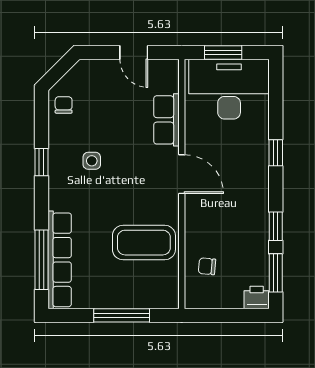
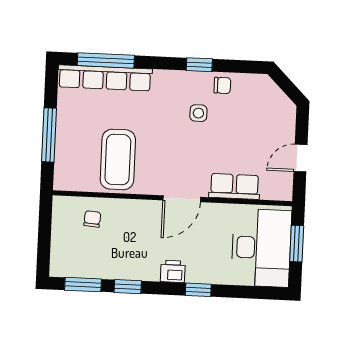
chair: (64, 105) -> (222, 85), moved
printer: (257, 297) -> (173, 271), moved, turned -90

